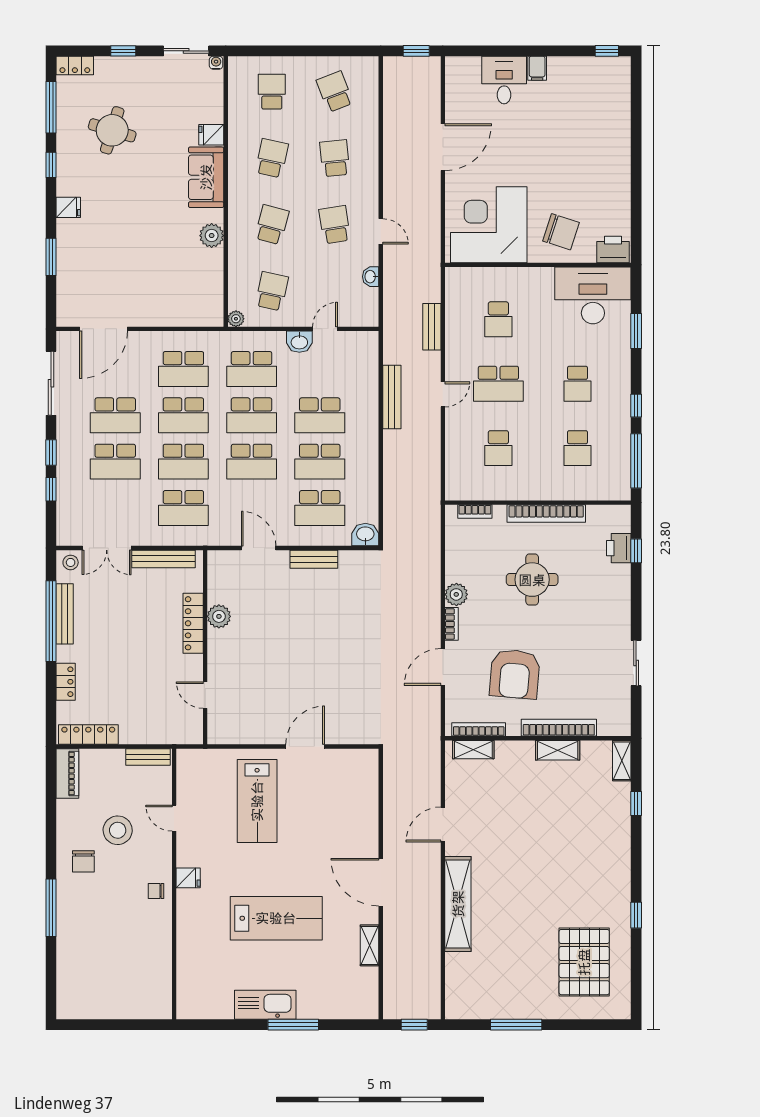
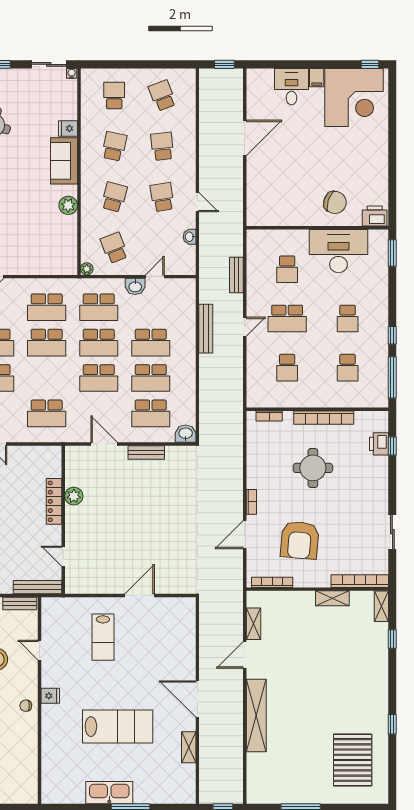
corner desk: (489, 225) -> (354, 97), moved, turned 180
school desk: (272, 291) -> (114, 248), turned -33
desk: (593, 295) -> (338, 251), moved
window: (636, 331) -> (392, 253), moved
school desk: (183, 462) -> (47, 378), removed
bench: (163, 559) -> (38, 587), moved
plant: (456, 594) -> (255, 479), removed
bookcase: (559, 728) -> (360, 581), moved
shelving: (473, 750) -> (253, 624), moved, turned 90
lab bench: (257, 801) -> (103, 637), width x0.73, depth x0.72

